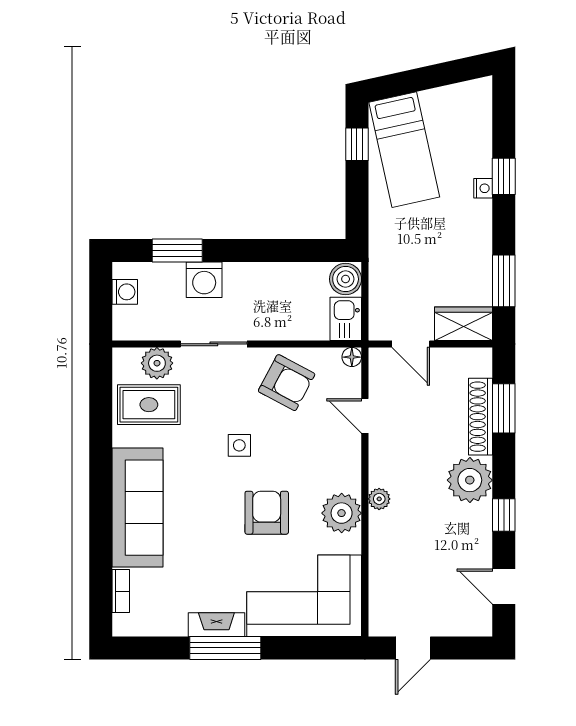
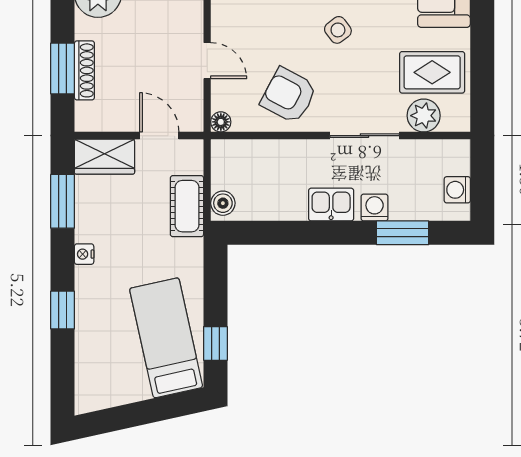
nightstand: (483, 188) -> (84, 254), moved
cot: (384, 276) -> (187, 206), added
boiler: (346, 279) -> (223, 203), width x0.73, depth x0.73
washing machine: (204, 280) -> (375, 207), width x0.73, depth x0.73
kitchen sink: (346, 319) -> (331, 205), moved, turned -90
shoe rack: (480, 417) -> (84, 70), width x0.74, depth x0.81
side table: (239, 445) -> (338, 30), turned -37

